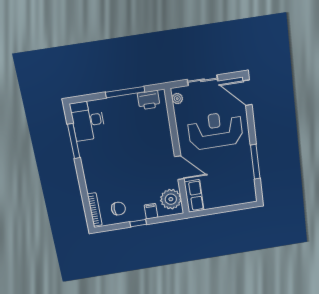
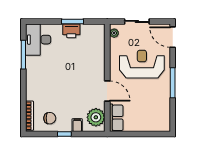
window: (125, 92) -> (72, 21), width x0.69
printer: (149, 100) -> (71, 31), moved
window: (255, 162) -> (173, 83), moved

